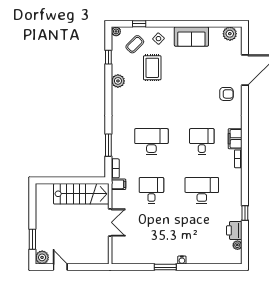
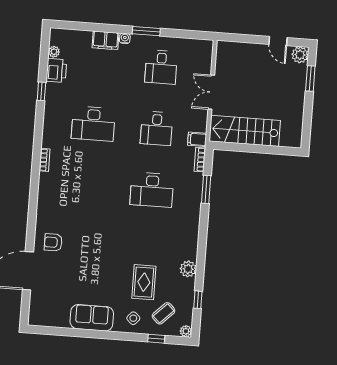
plant: (230, 34) -> (43, 318), removed
filing cabinet: (235, 139) -> (105, 40), moved, turned 90
desk: (202, 142) -> (161, 67), moved

